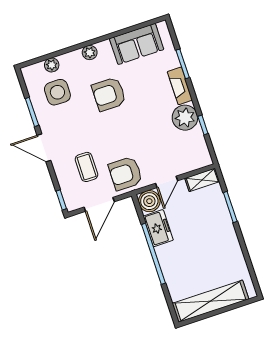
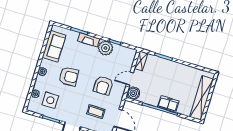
armchair: (109, 94) -> (69, 76), turned -93
armchair: (125, 173) -> (103, 86), moved
door: (167, 182) -> (130, 79), swing flipped
freezer: (158, 228) -> (168, 104), moved

